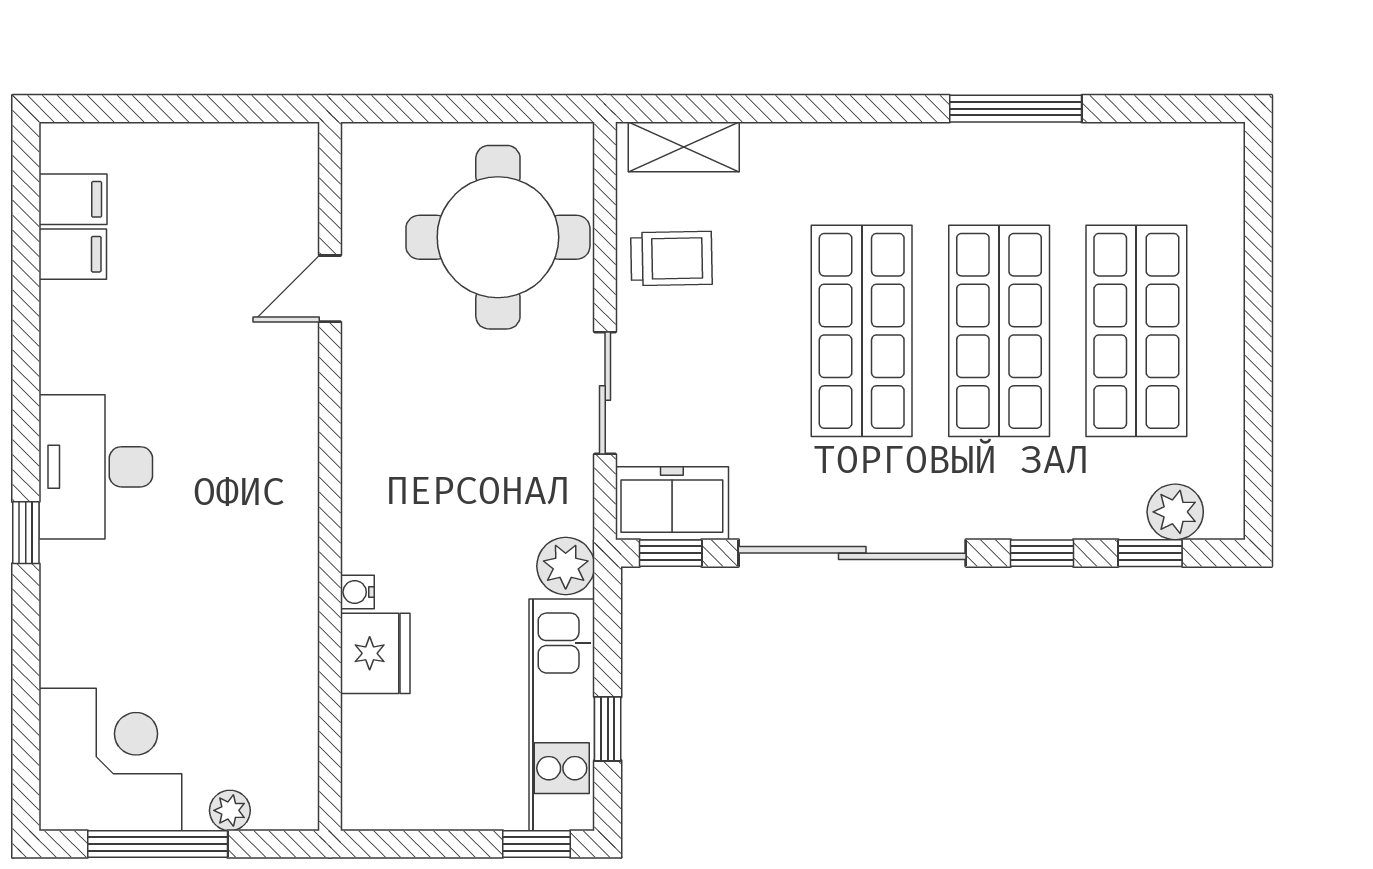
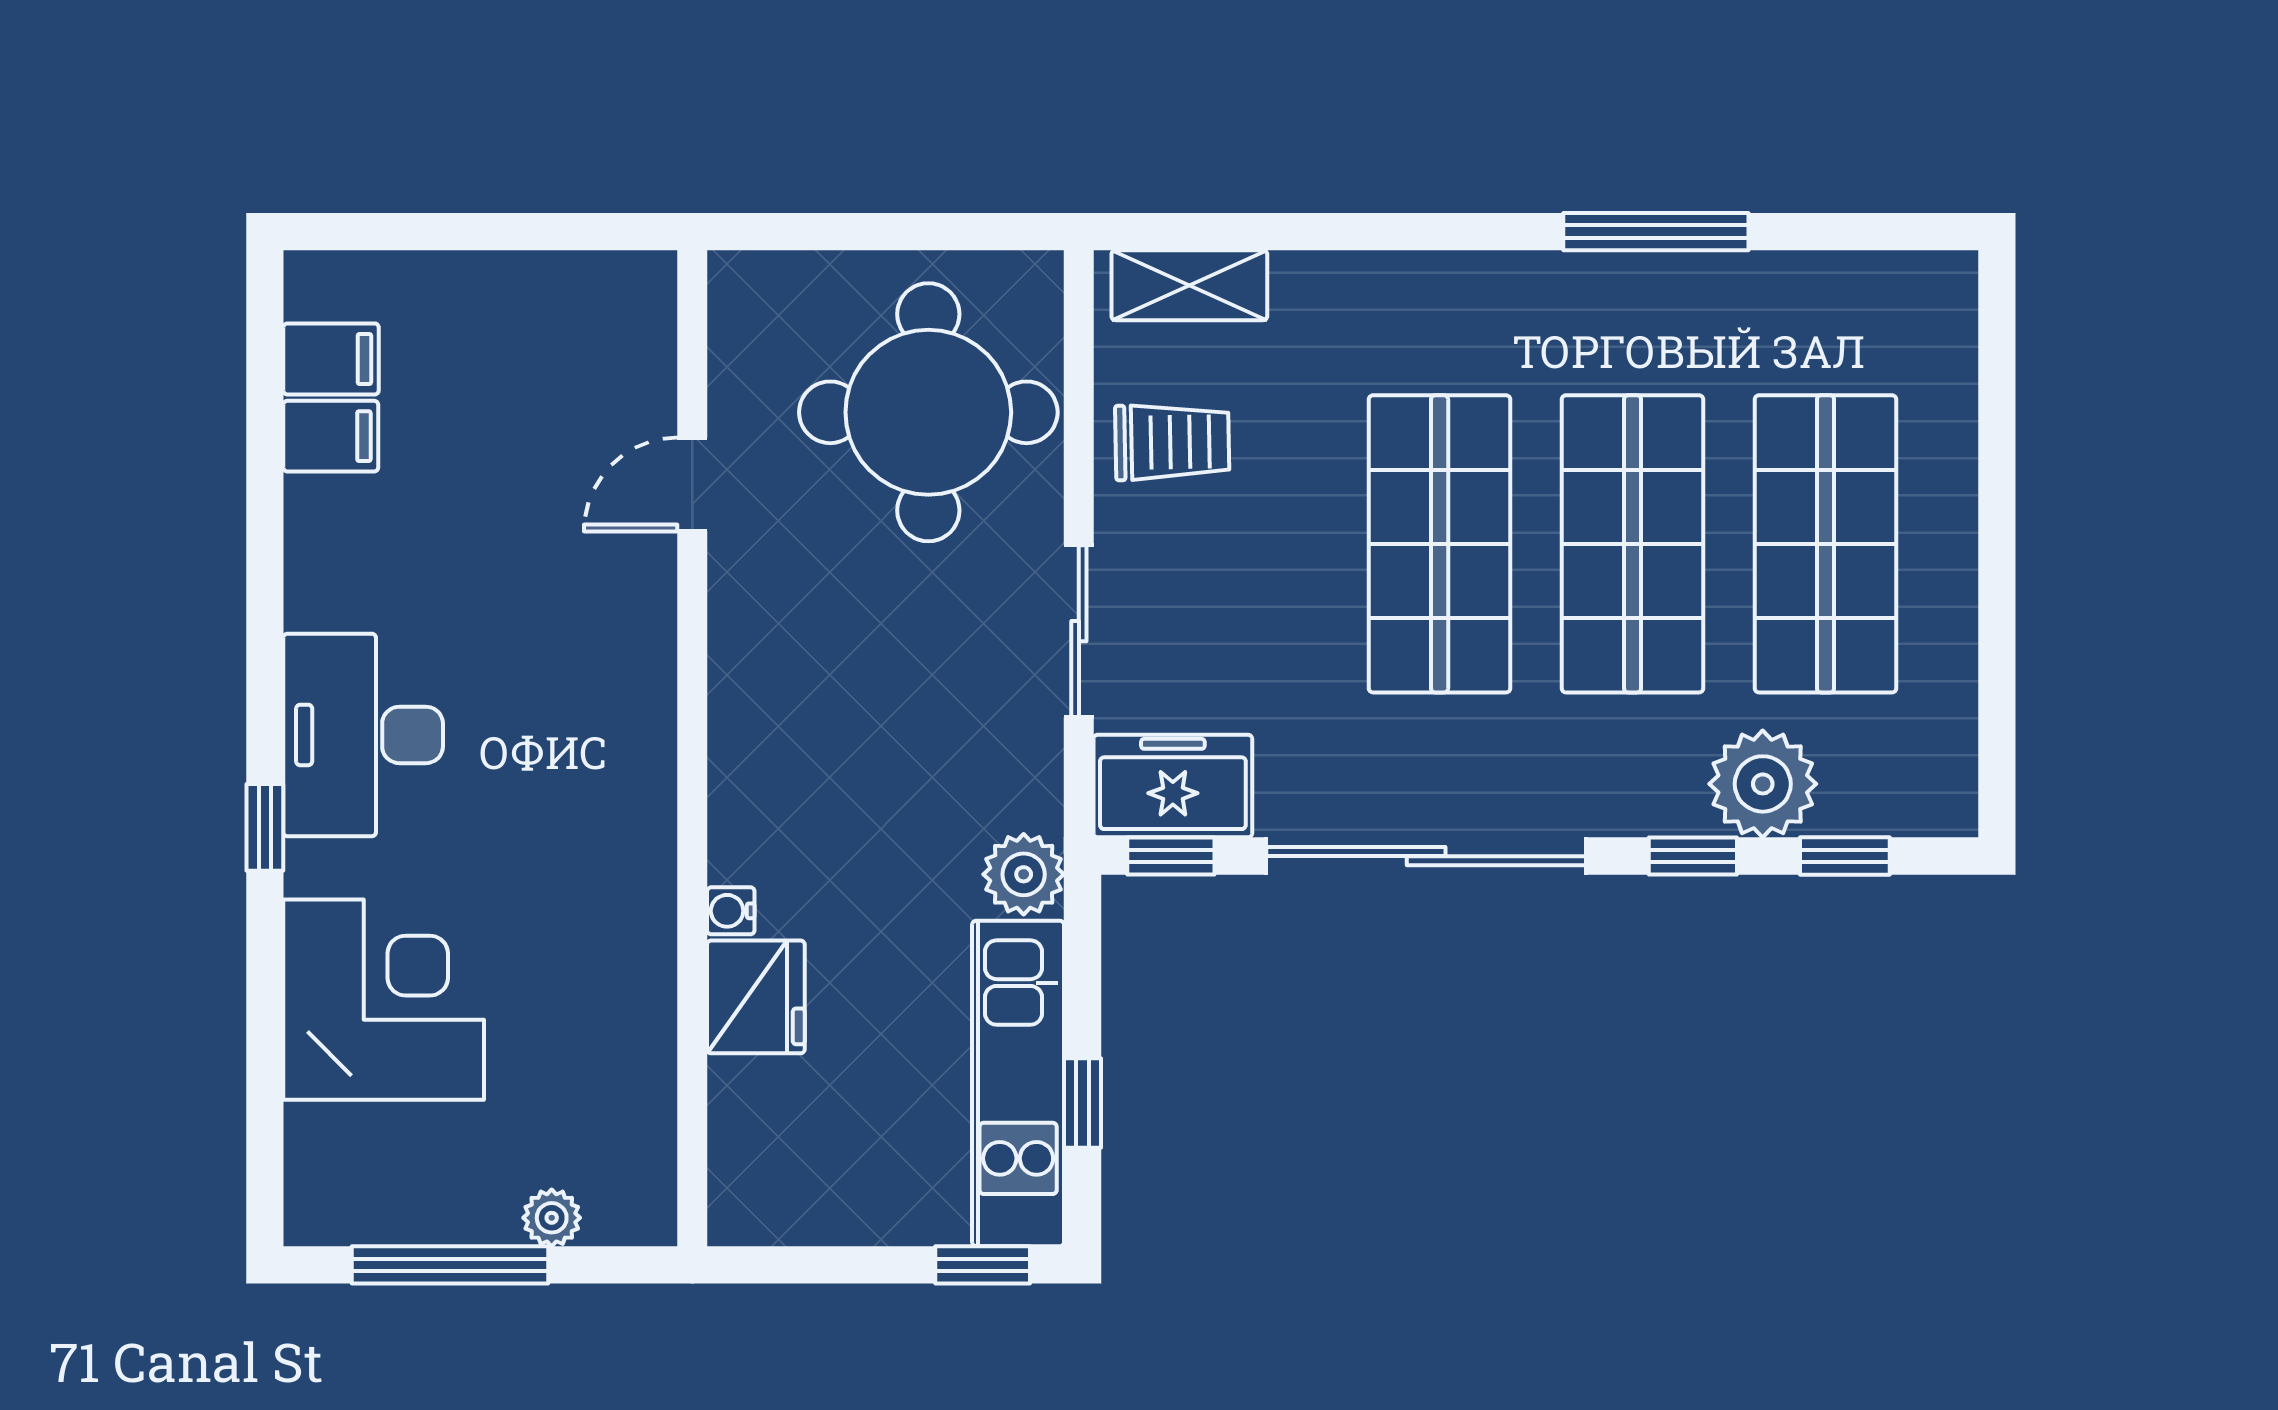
plant: (1175, 512) -> (1763, 784), moved, width x1.36, depth x1.36
corner desk: (110, 759) -> (384, 1000), moved

